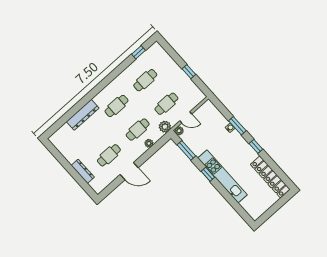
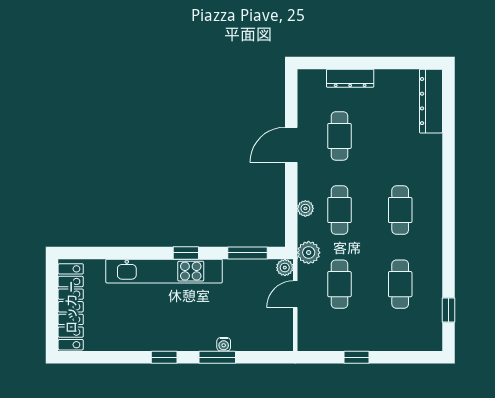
dresser: (83, 115) -> (431, 101), moved
locker: (270, 177) -> (71, 307), moved, turned 90

